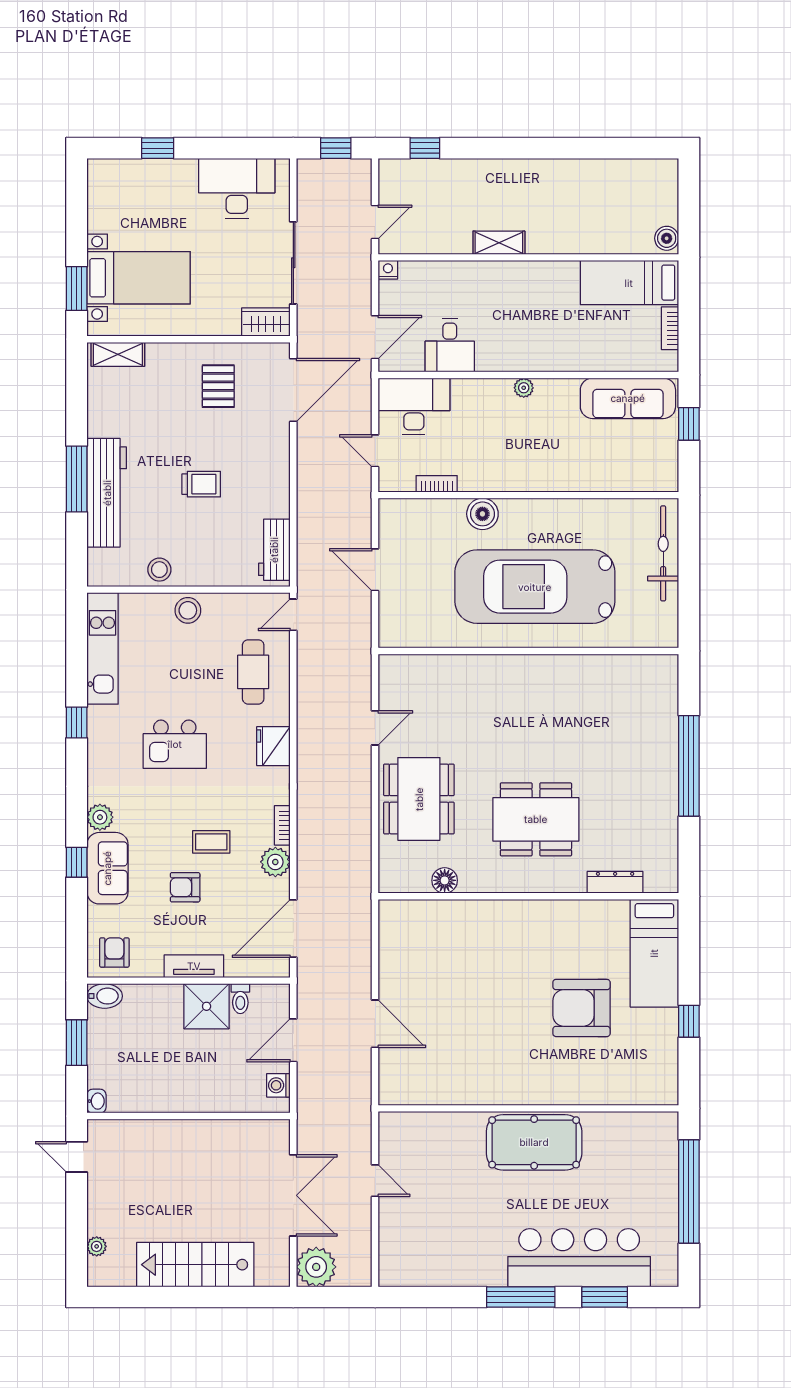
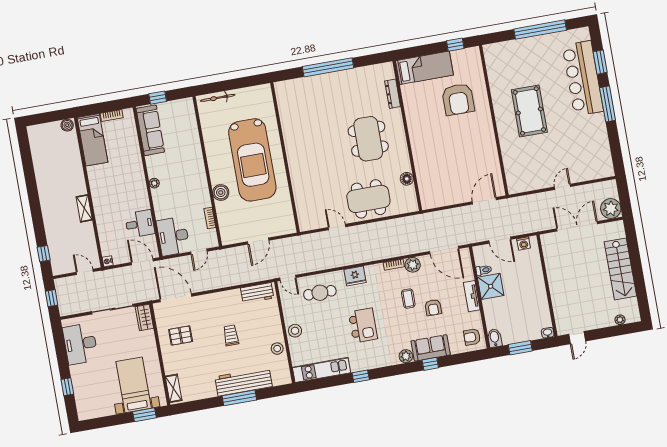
bicycle: (663, 553) -> (218, 98), width x0.73, depth x0.71
wall: (528, 1108) -> (494, 120), moved

